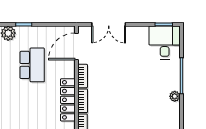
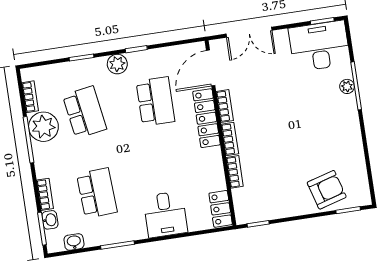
desk: (165, 42) -> (319, 46), width x1.37
plant: (175, 96) -> (347, 86), moved
locker: (68, 100) -> (206, 118), moved

